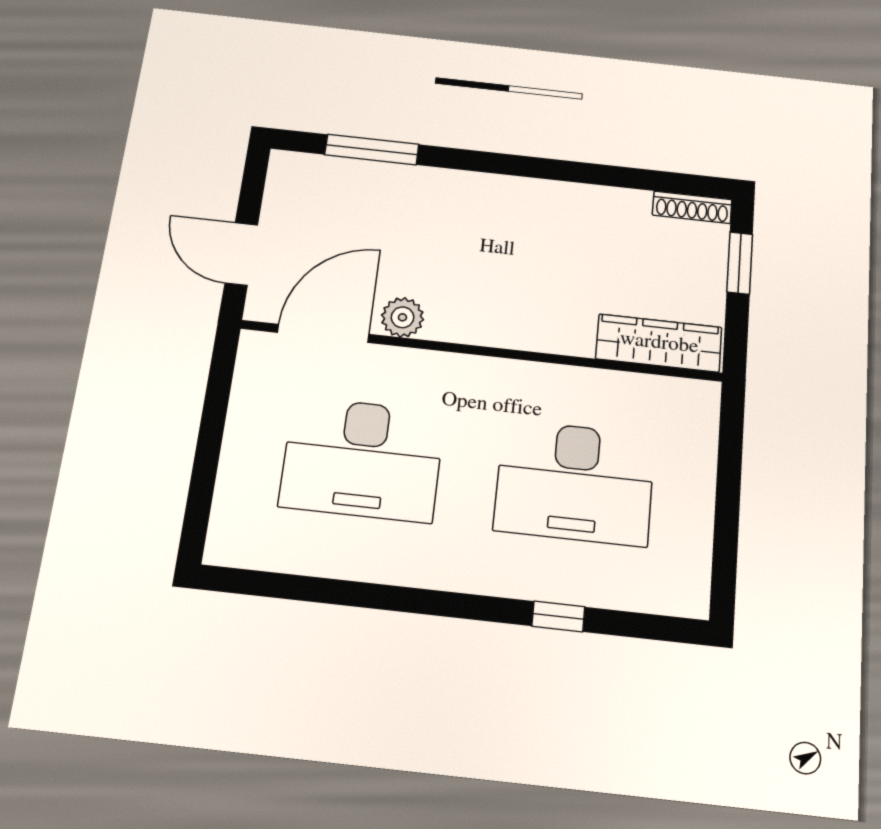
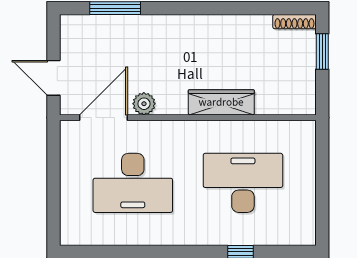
wardrobe: (659, 343) -> (221, 102), moved
desk: (575, 482) -> (243, 183), turned 180

